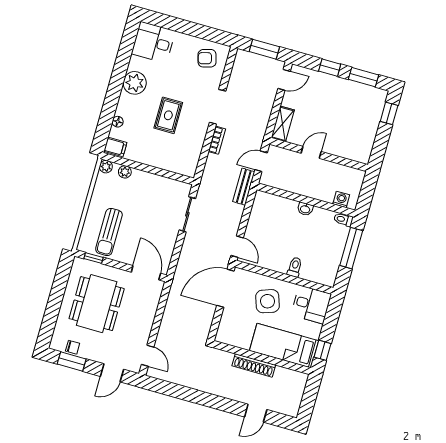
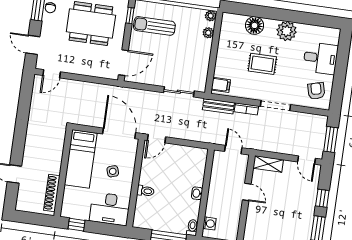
desk: (153, 42) -> (320, 58), moved, turned 90
floor lamp: (118, 122) -> (255, 25), width x1.89, depth x1.89
filing cabinet: (115, 147) -> (221, 85), moved, turned -90
bench: (244, 187) -> (218, 106), moved
side table: (267, 301) -> (113, 171), width x0.54, depth x0.54
desk: (311, 304) -> (110, 209), width x1.37
bed: (284, 346) -> (81, 159), moved, turned 180
shoe rack: (254, 365) -> (52, 193), moved

